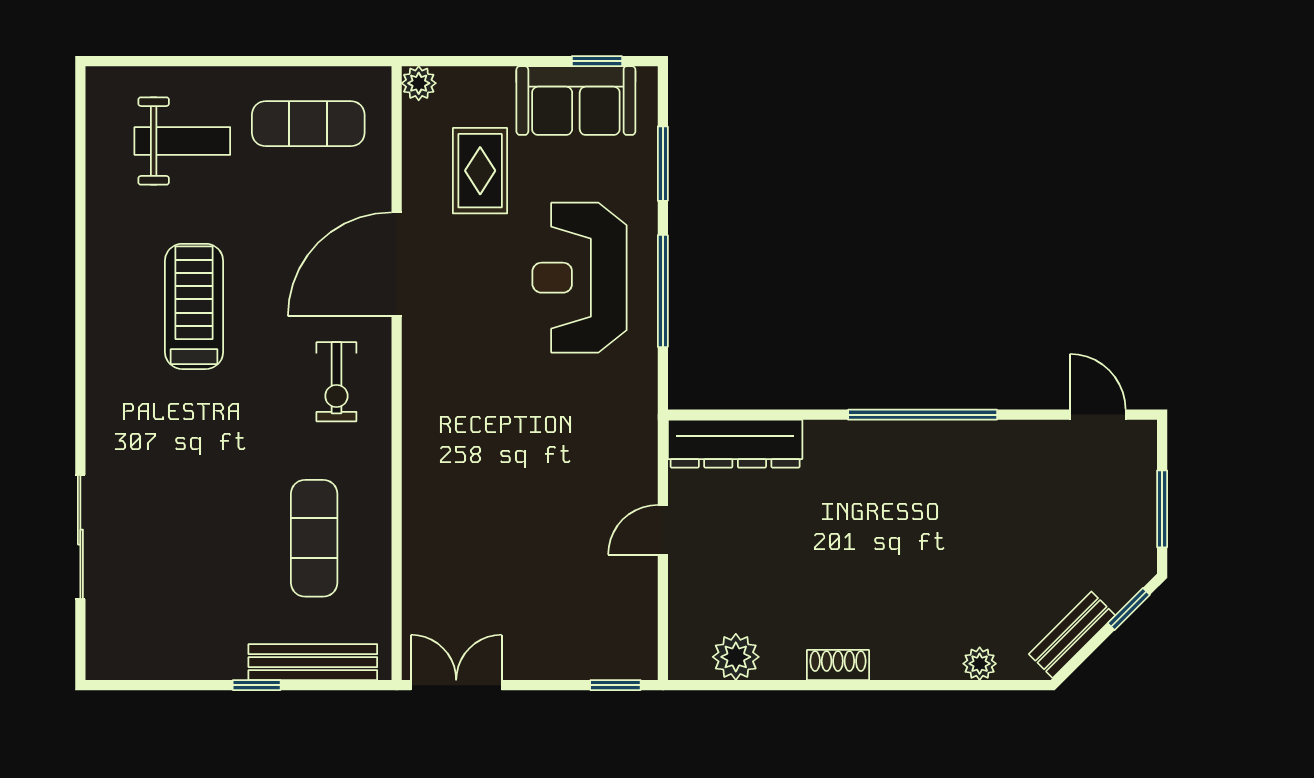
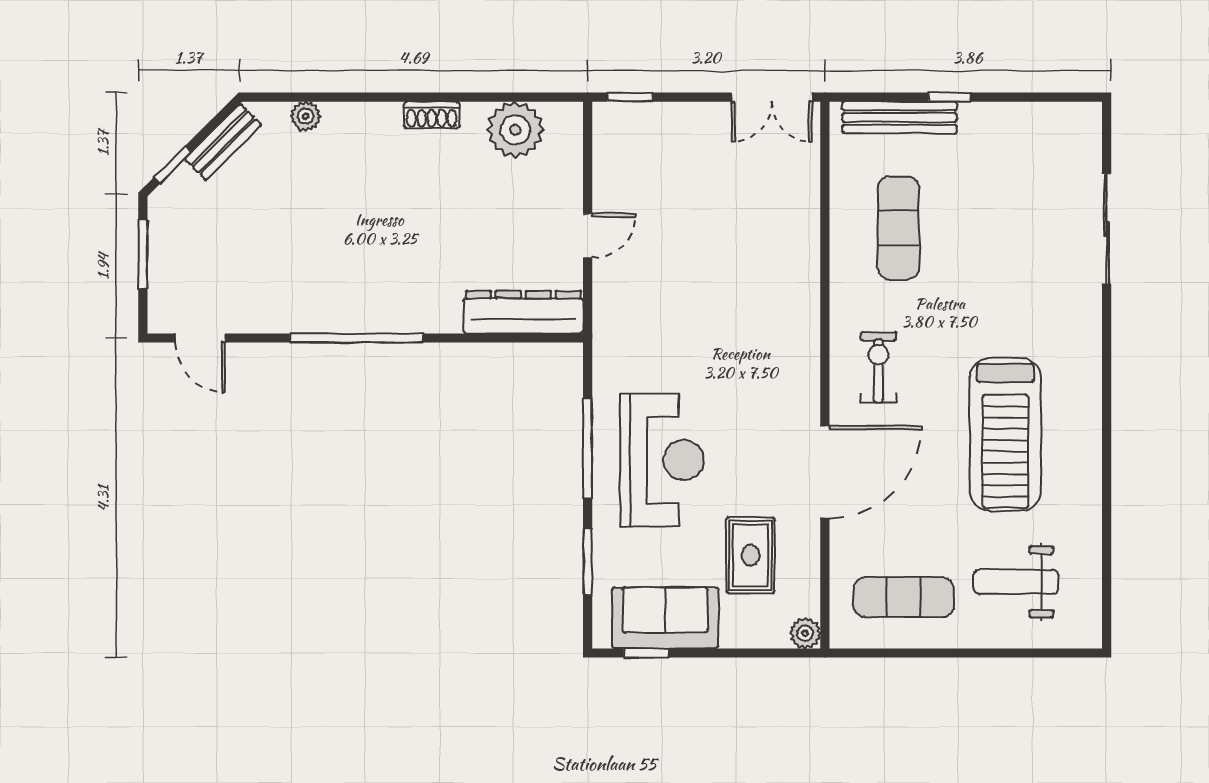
treadmill: (194, 306) -> (1005, 434), width x1.37, depth x1.38
plant: (736, 657) -> (515, 130), width x1.36, depth x1.36

